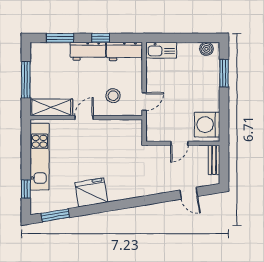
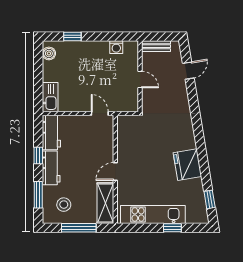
window: (224, 73) -> (72, 37), width x0.67
stool: (113, 96) -> (64, 205), moved
door: (84, 118) -> (115, 172), hinge flipped
washing machine: (207, 125) -> (116, 47), width x0.53, depth x0.53
window: (26, 189) -> (172, 228), moved
window: (55, 215) -> (210, 199), width x0.67

